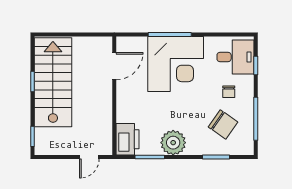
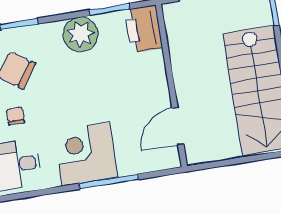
corner desk: (176, 64) -> (86, 154), width x0.74, depth x0.74

